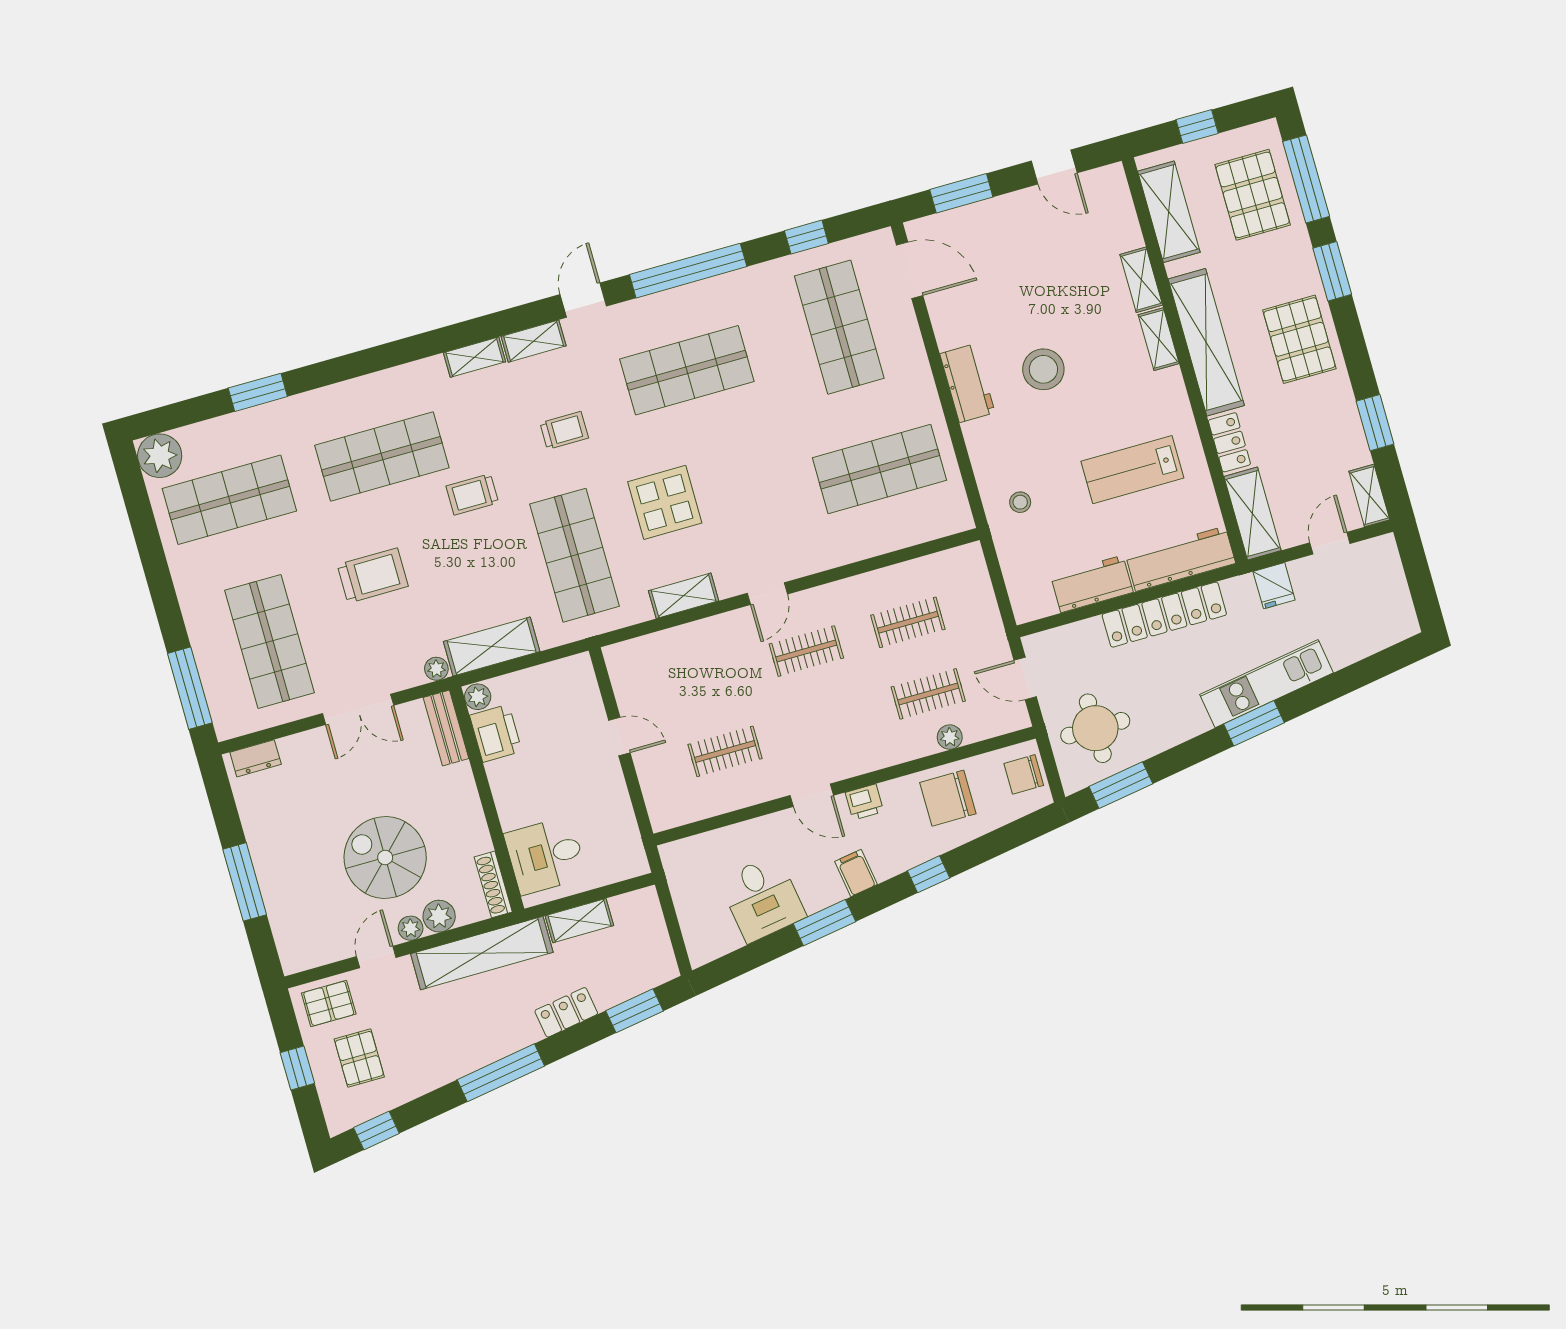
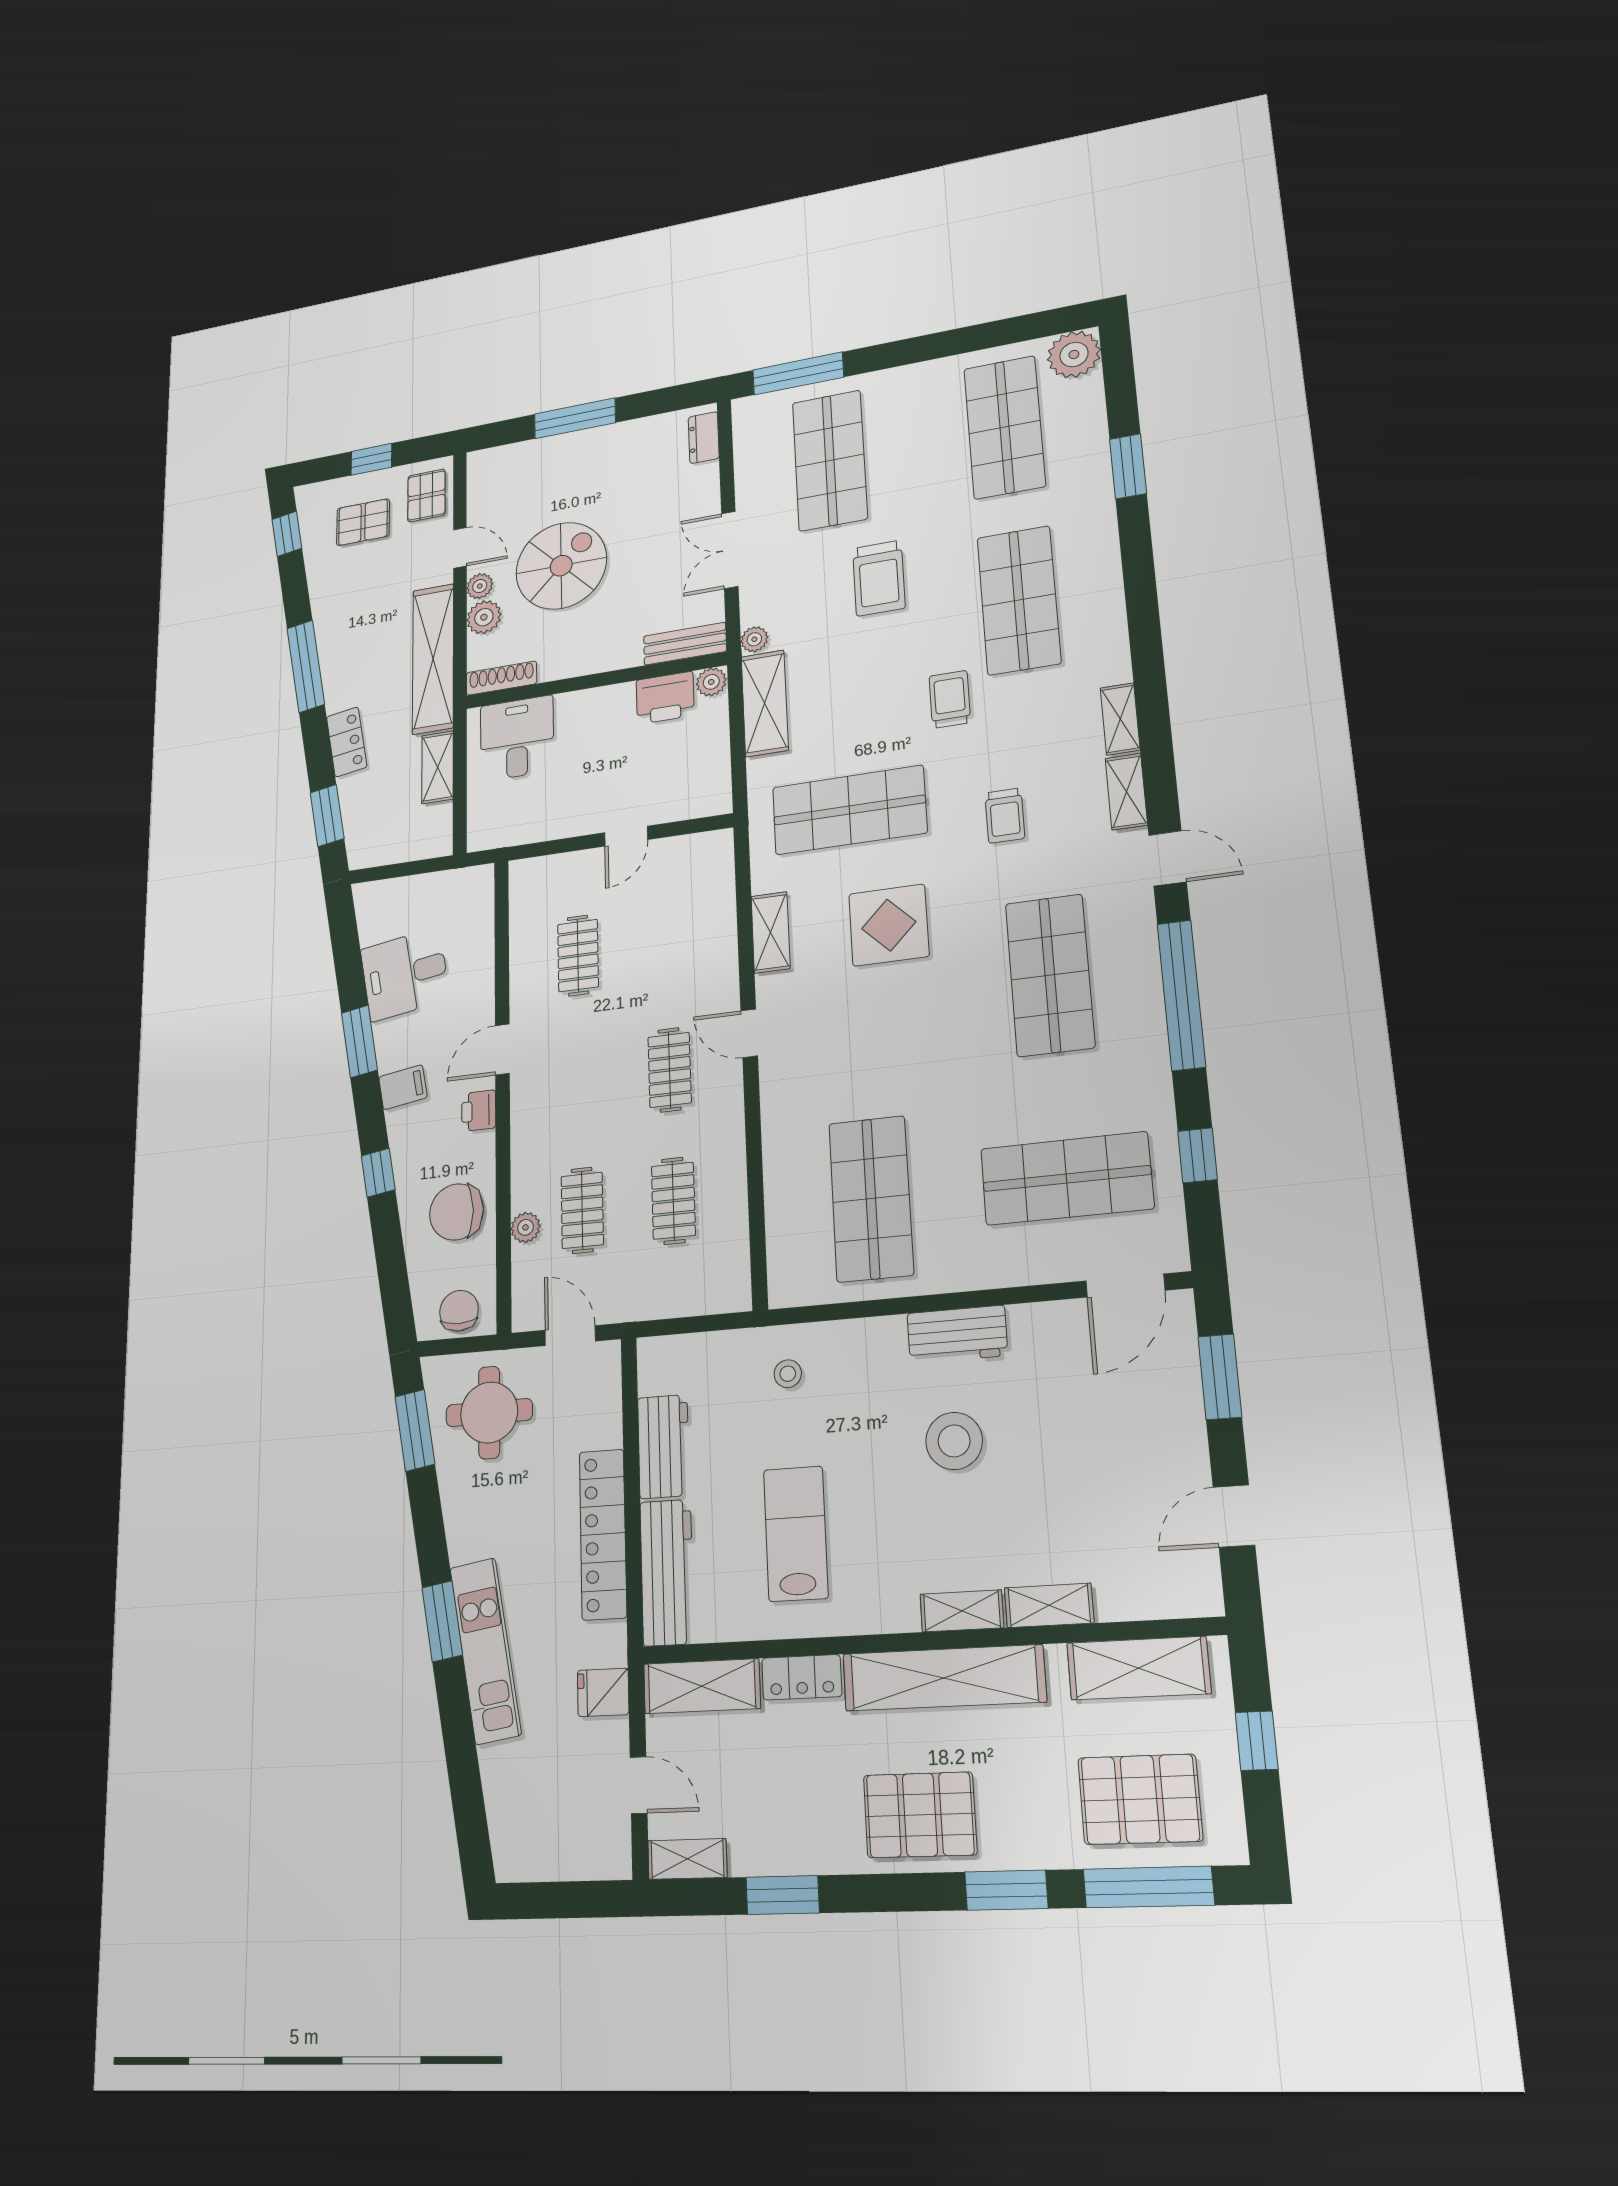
shop shelf: (269, 642) -> (830, 460), turned 90
door: (1025, 678) -> (570, 1336), hinge flipped
chair: (948, 798) -> (456, 1212), turned -90

